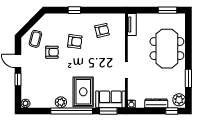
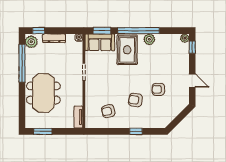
coffee table: (35, 39) -> (175, 103), removed
window: (188, 78) -> (22, 63), width x2.11
window: (18, 80) -> (192, 47), moved

